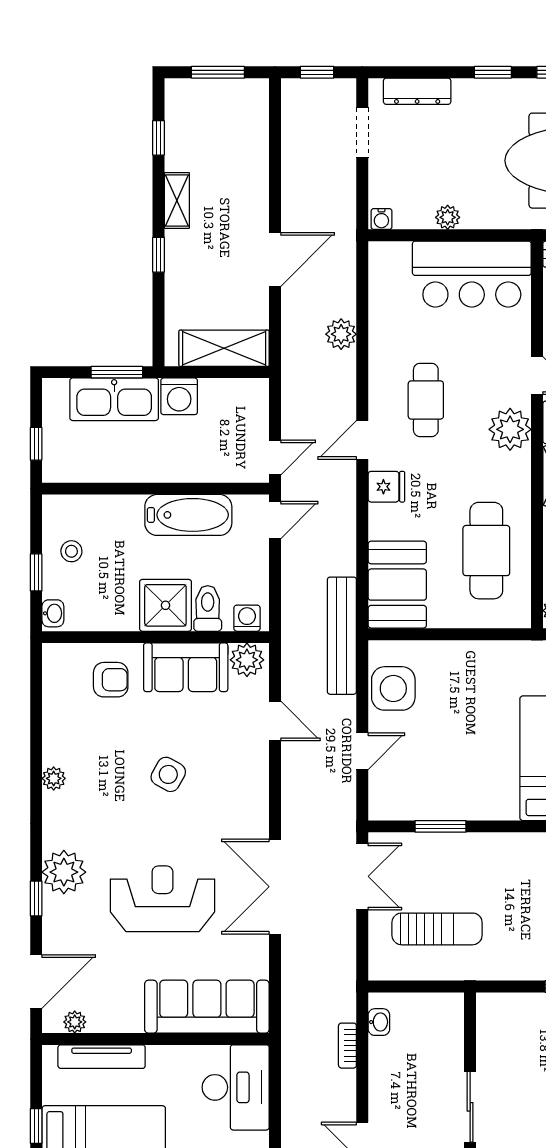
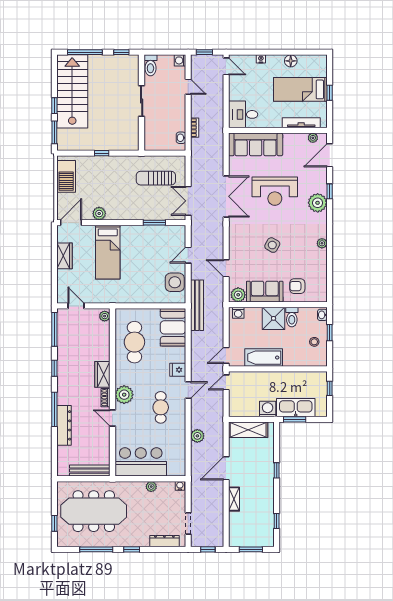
shelving: (177, 200) -> (234, 499), moved
toilet: (208, 608) -> (292, 317), moved
desk: (236, 1087) -> (243, 114), width x0.73

